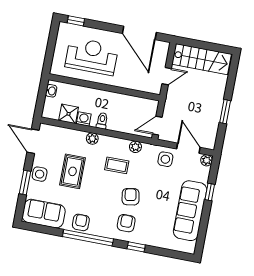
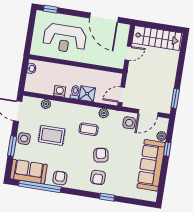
reception desk: (92, 56) -> (65, 38), turned 180
window: (225, 112) -> (175, 98), moved
shower: (69, 114) -> (87, 94), moved
plant: (92, 139) -> (46, 104), moved
door: (188, 148) -> (148, 113), swing flipped
plant: (207, 160) -> (162, 136), moved
rug: (73, 171) -> (52, 135), turned 90
armchair: (126, 223) -> (98, 177), turned 180
window: (88, 238) -> (40, 186), moved

